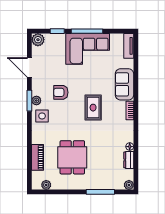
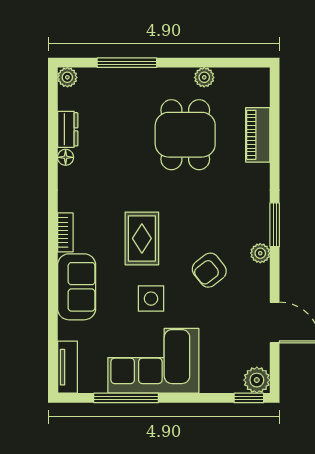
window: (57, 31) -> (249, 398), moved
window: (87, 31) -> (126, 398), moved
armchair: (61, 92) -> (209, 270), turned 142
window: (29, 101) -> (275, 225), moved
side table: (42, 116) -> (151, 299), moved
plant: (46, 185) -> (204, 77), moved

